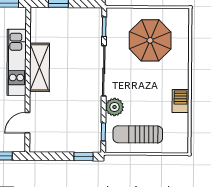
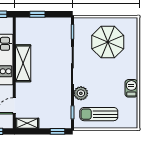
shelving: (44, 146) -> (27, 123), added

